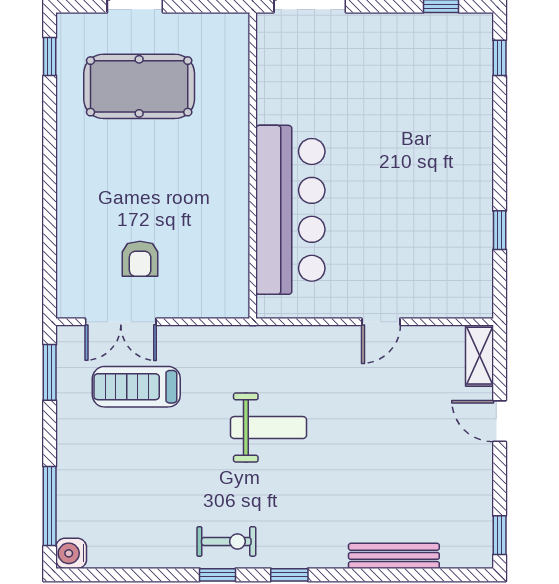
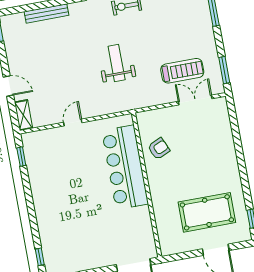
window: (500, 230) -> (21, 157), moved
armchair: (140, 259) -> (159, 149), moved, turned 66
weight bench: (269, 428) -> (117, 63), turned 90

